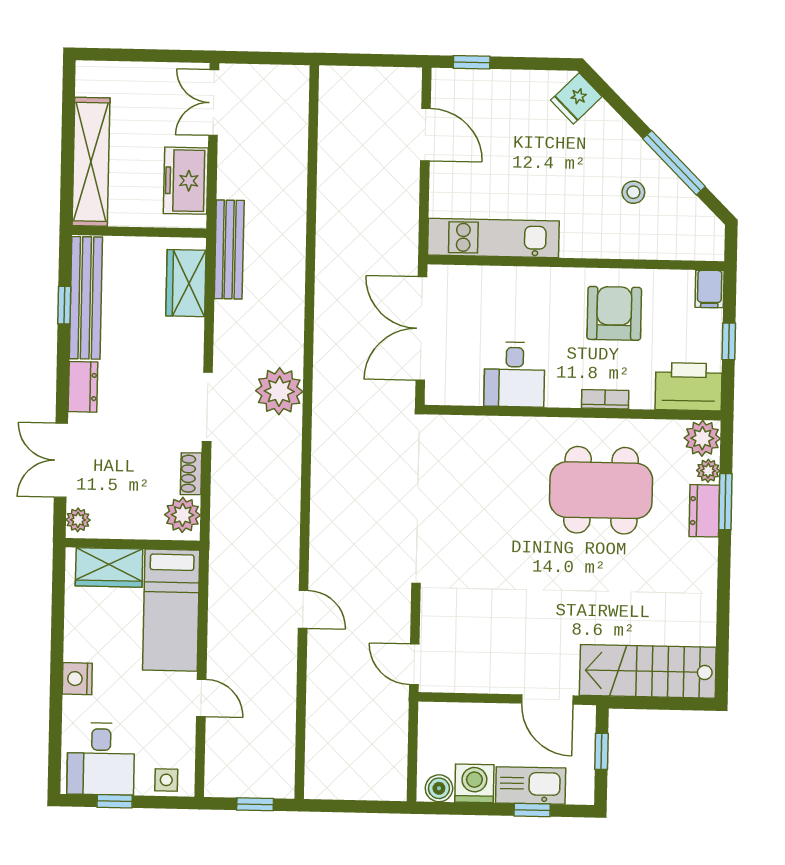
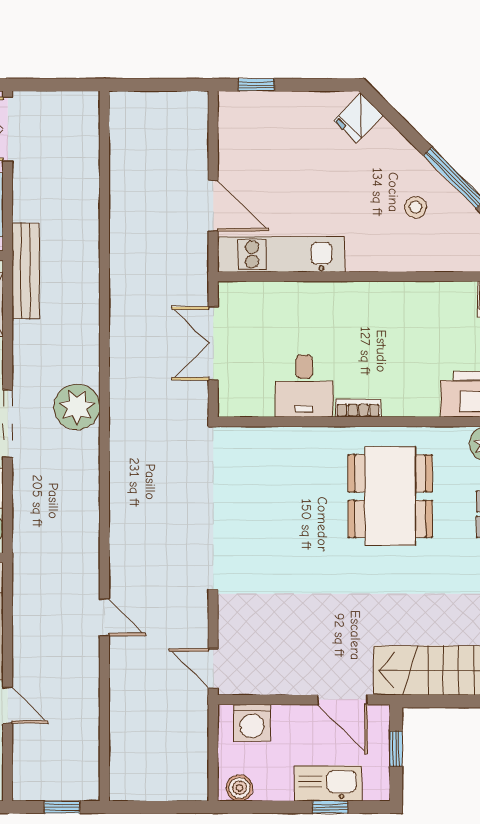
door: (425, 135) -> (213, 206), moved
armchair: (614, 313) -> (399, 325), removed
double door: (421, 329) -> (213, 343), width x0.73
bookcase: (605, 399) -> (358, 408), moved
dining table: (601, 490) -> (390, 496), turned 90
washing machine: (474, 783) -> (252, 723), moved, turned 180

